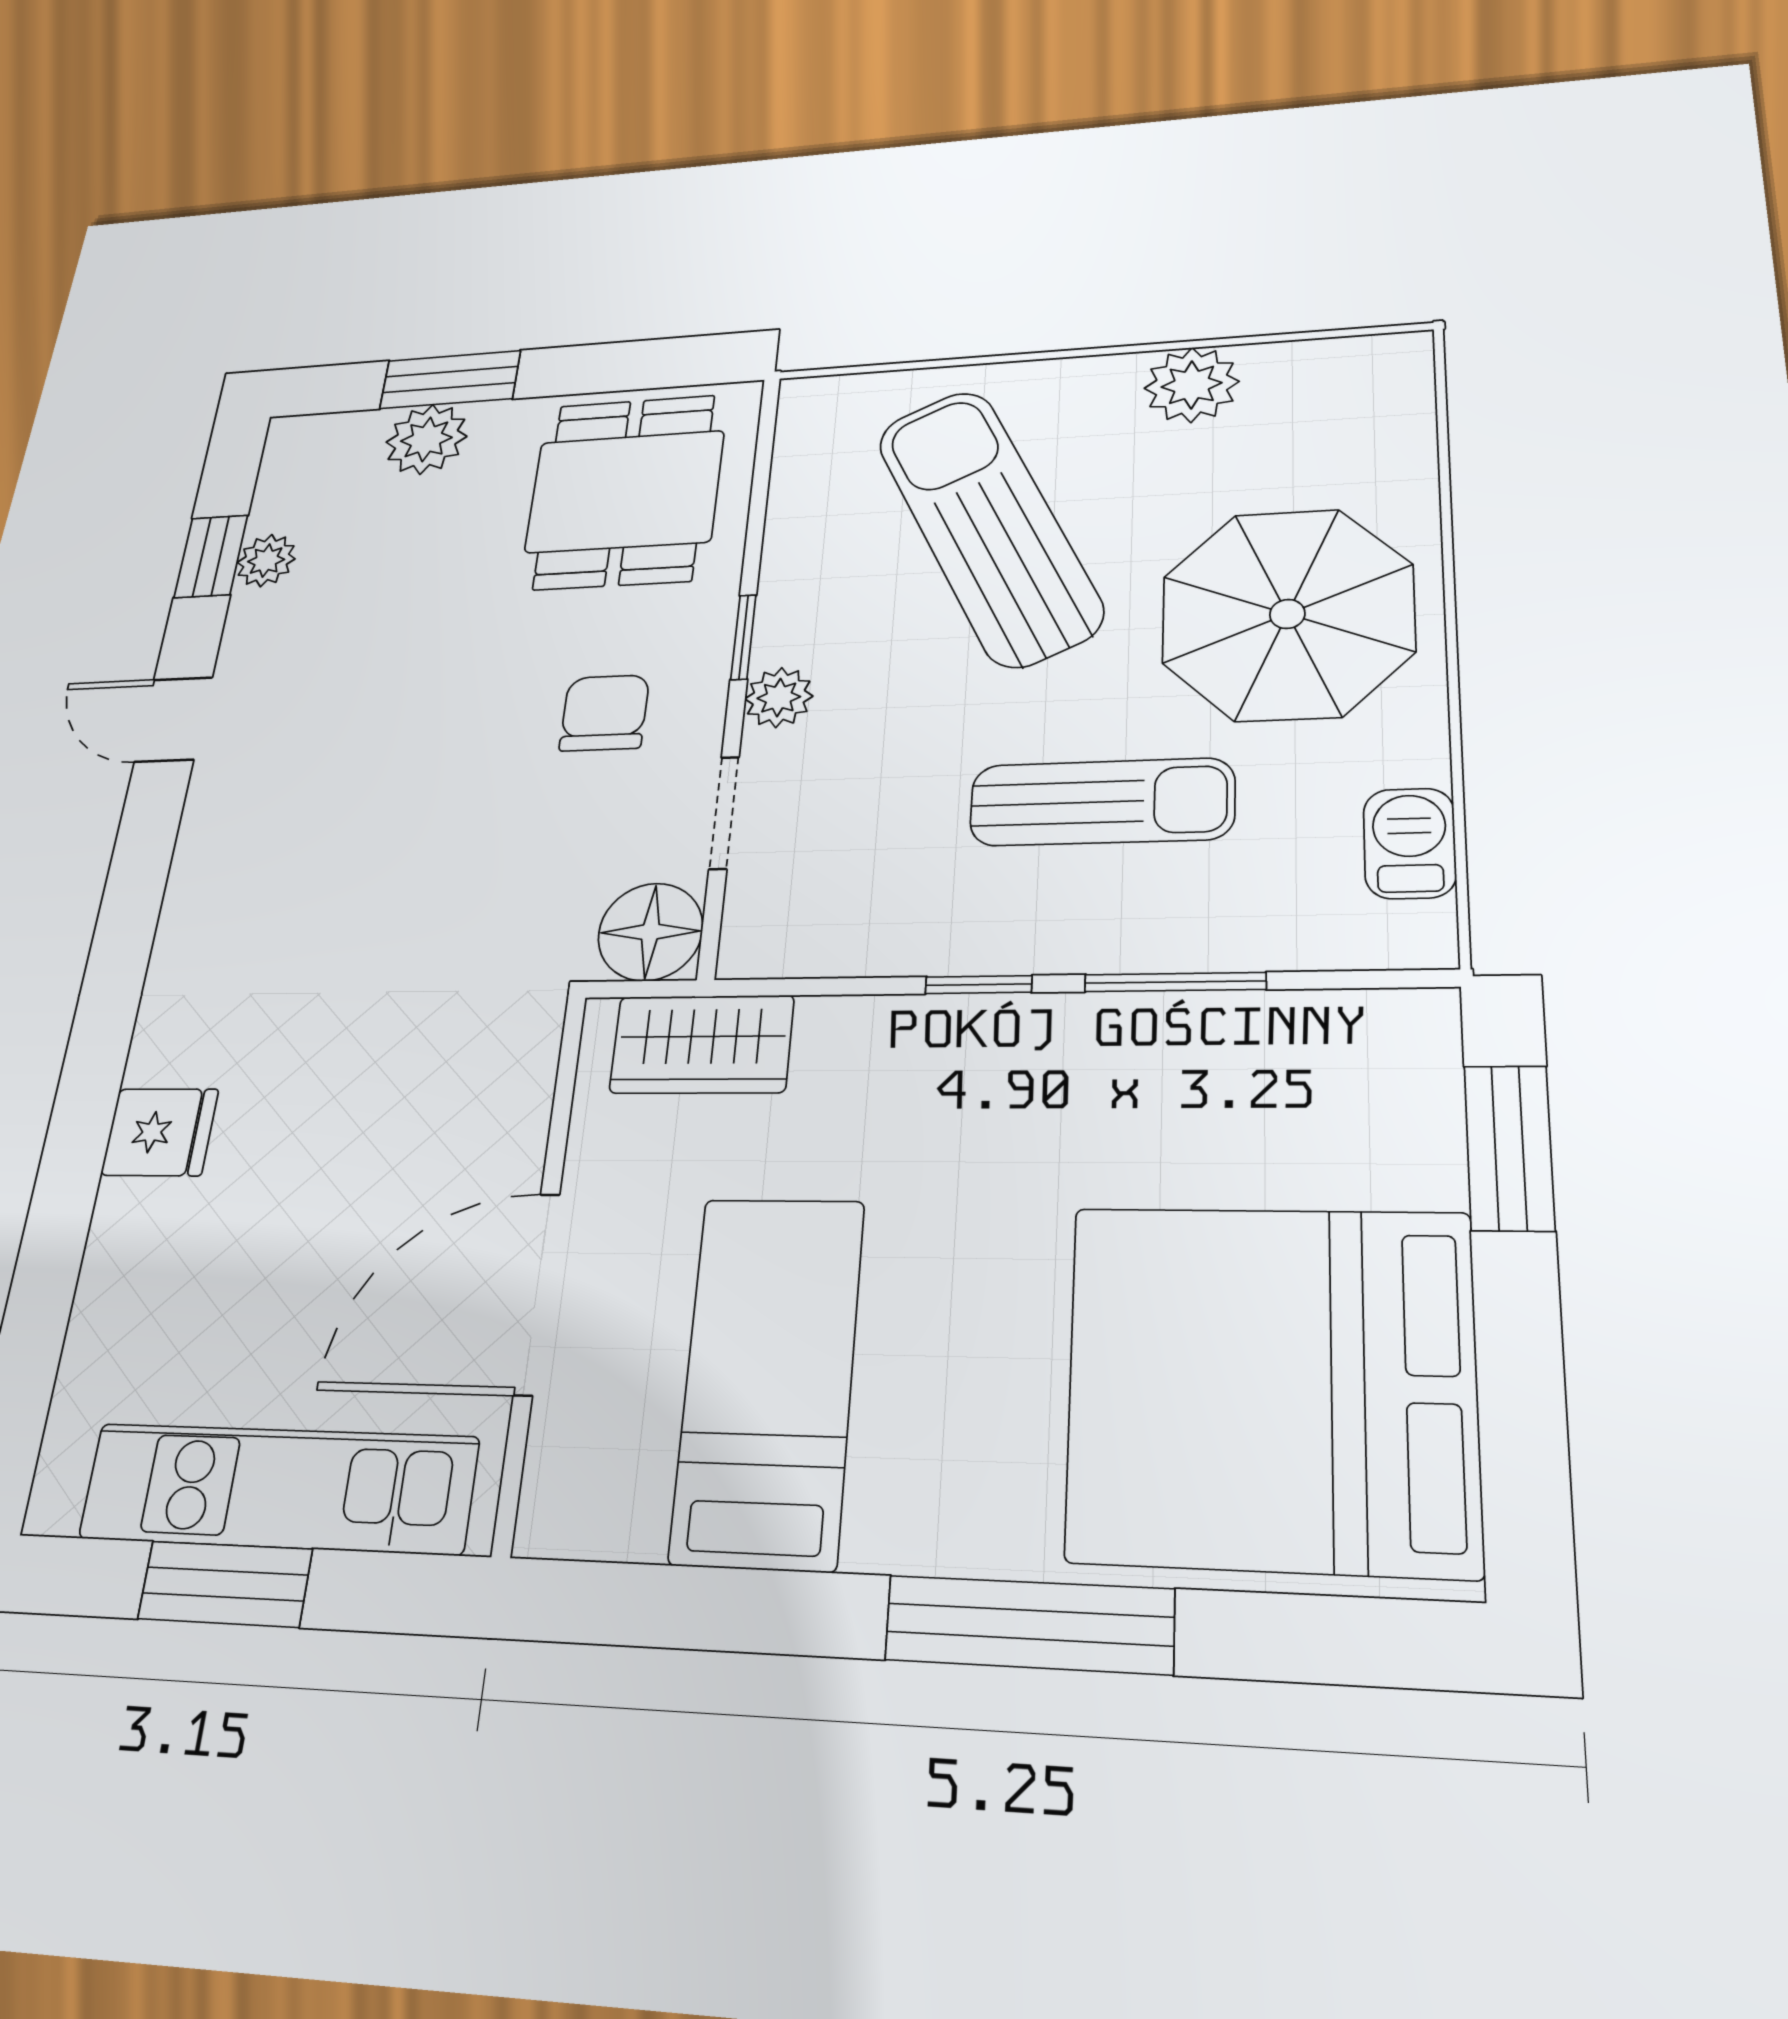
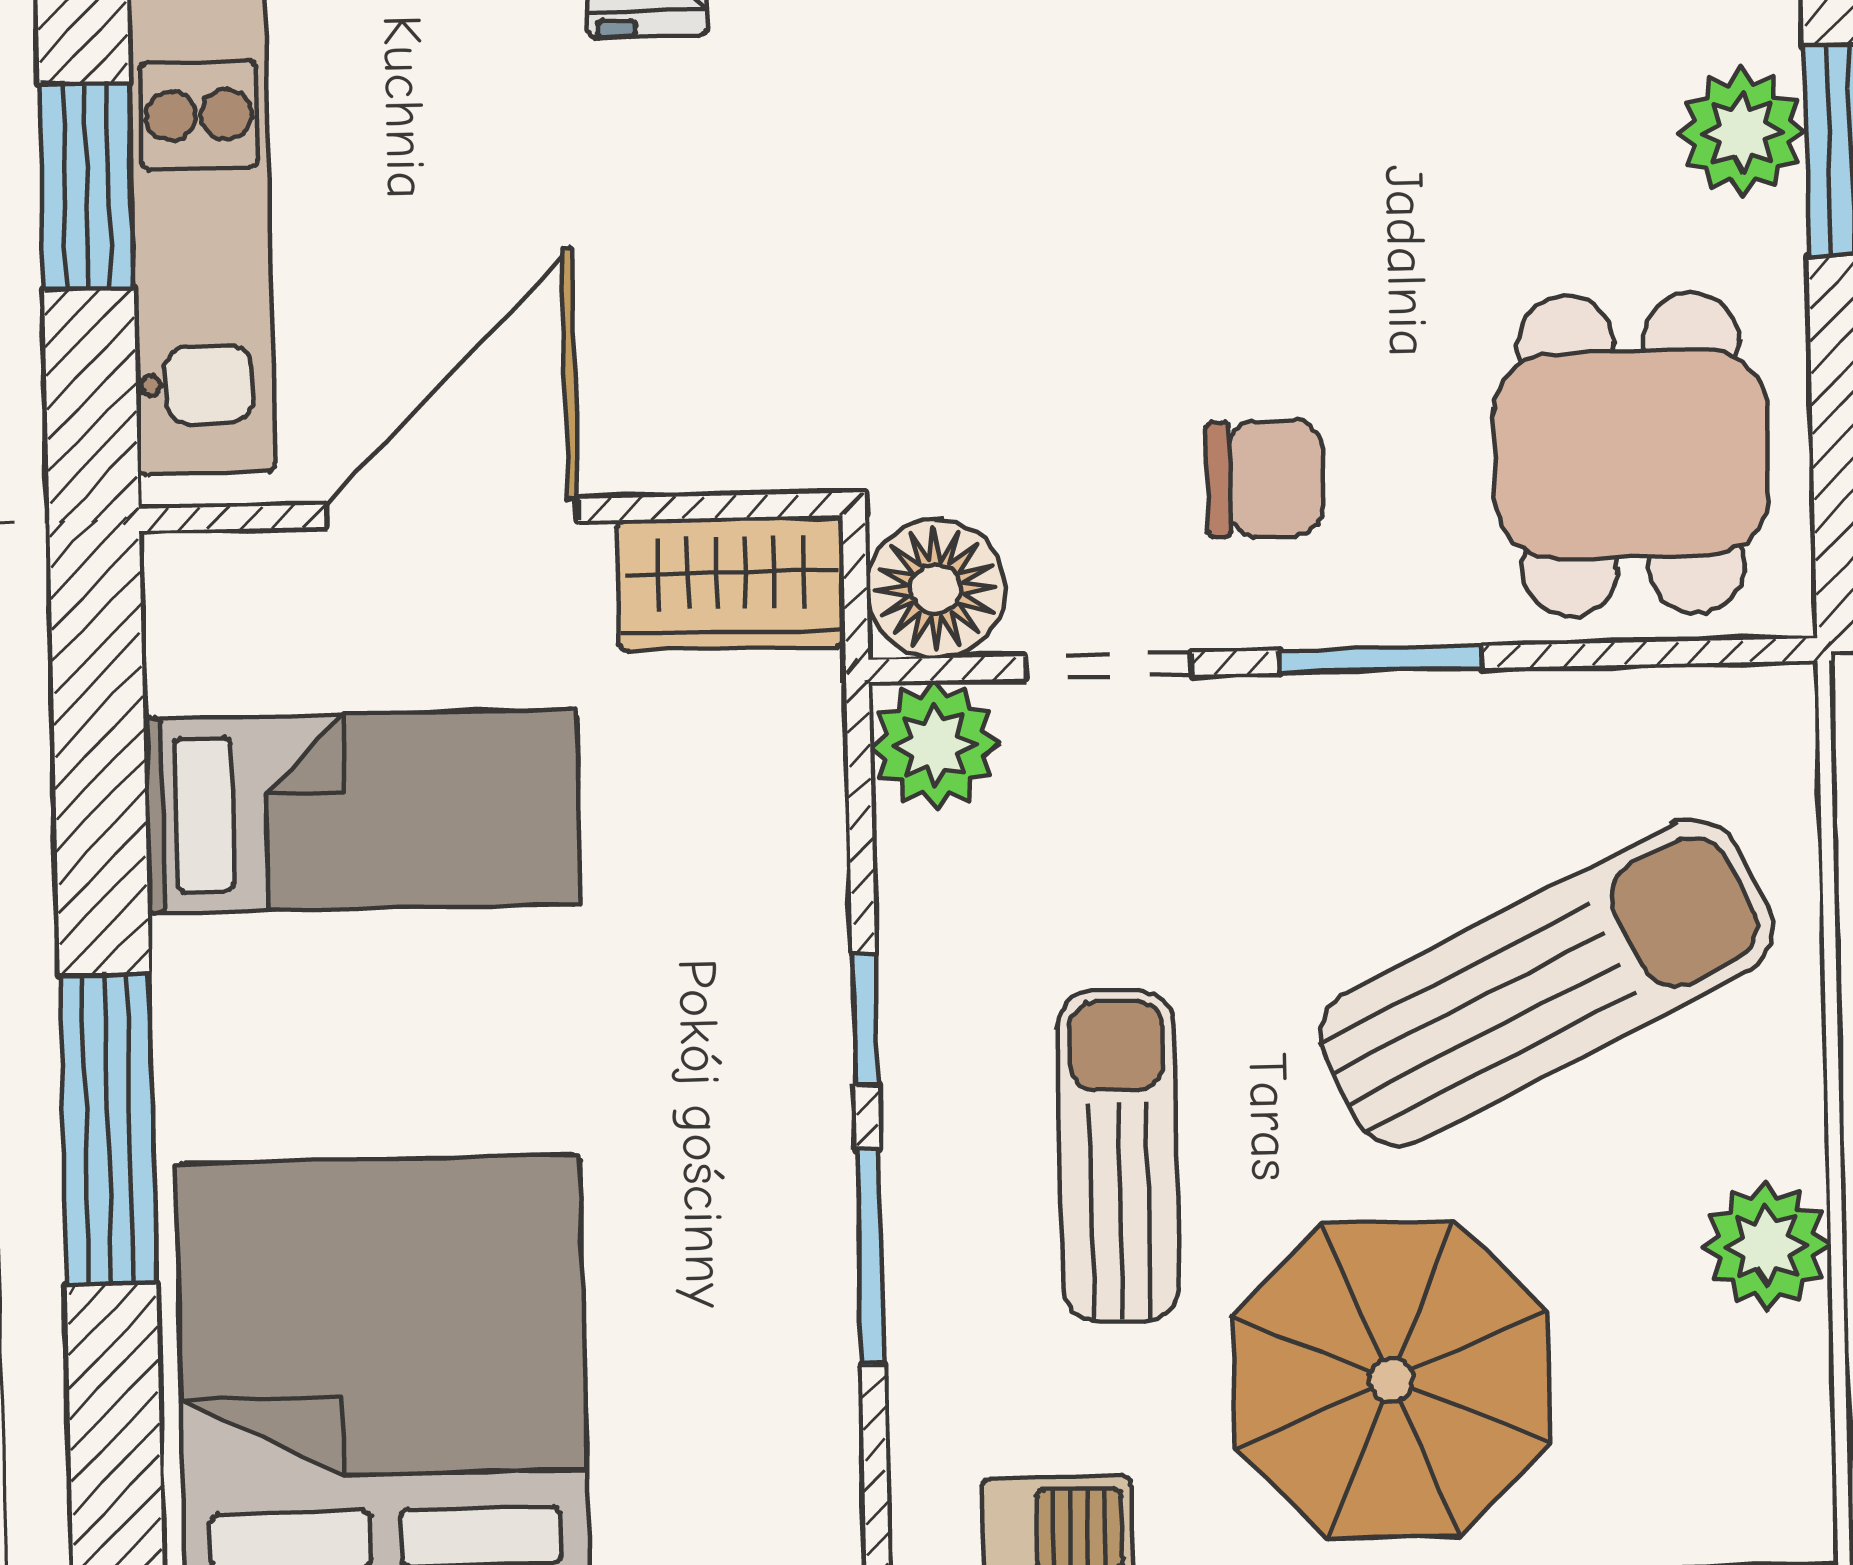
dining table: (625, 492) -> (1631, 454), turned 90
window: (743, 637) -> (1380, 659), width x1.50
plant: (779, 697) -> (934, 745), moved, width x1.38, depth x1.38
sun lounger: (1101, 802) -> (1118, 1156), turned 180
wardrobe: (702, 1044) -> (731, 583), moved, turned -90
door: (537, 1293) -> (452, 513), hinge flipped

